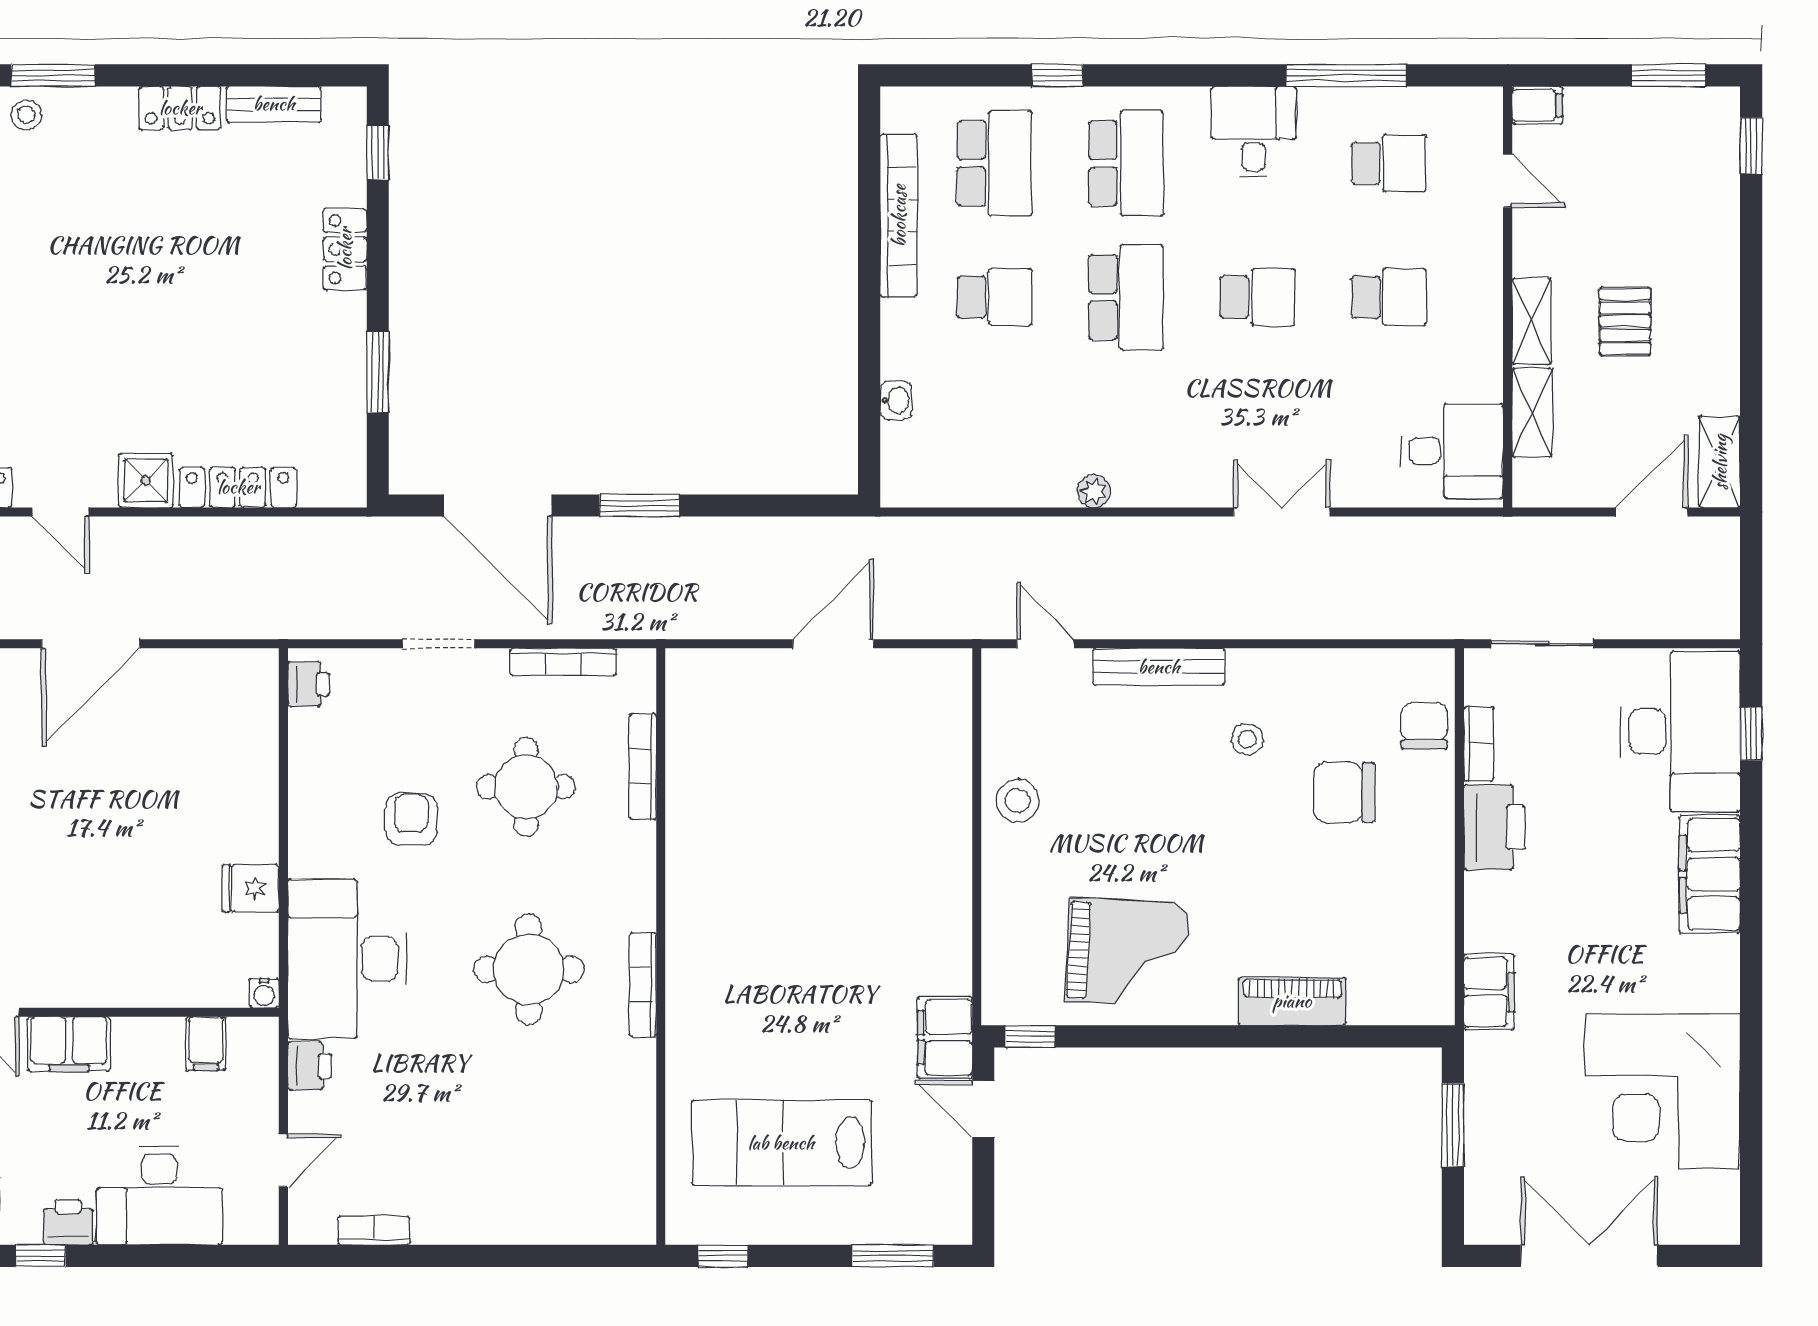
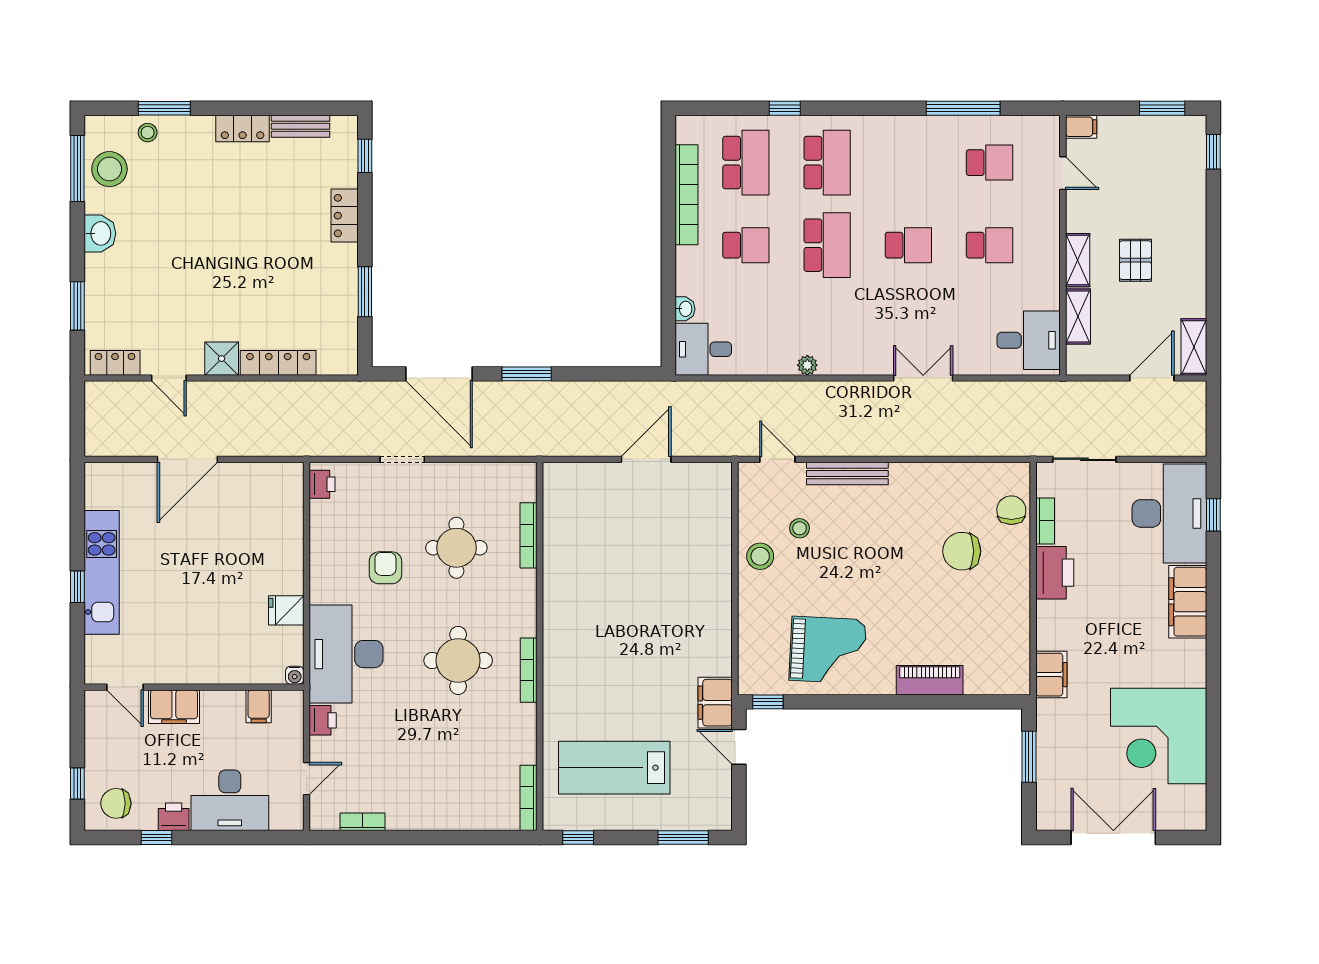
desk: (1254, 132) -> (703, 349), moved, turned -90
bookcase: (563, 662) -> (529, 798), moved, turned 90
stool: (1247, 739) -> (800, 528), moved

